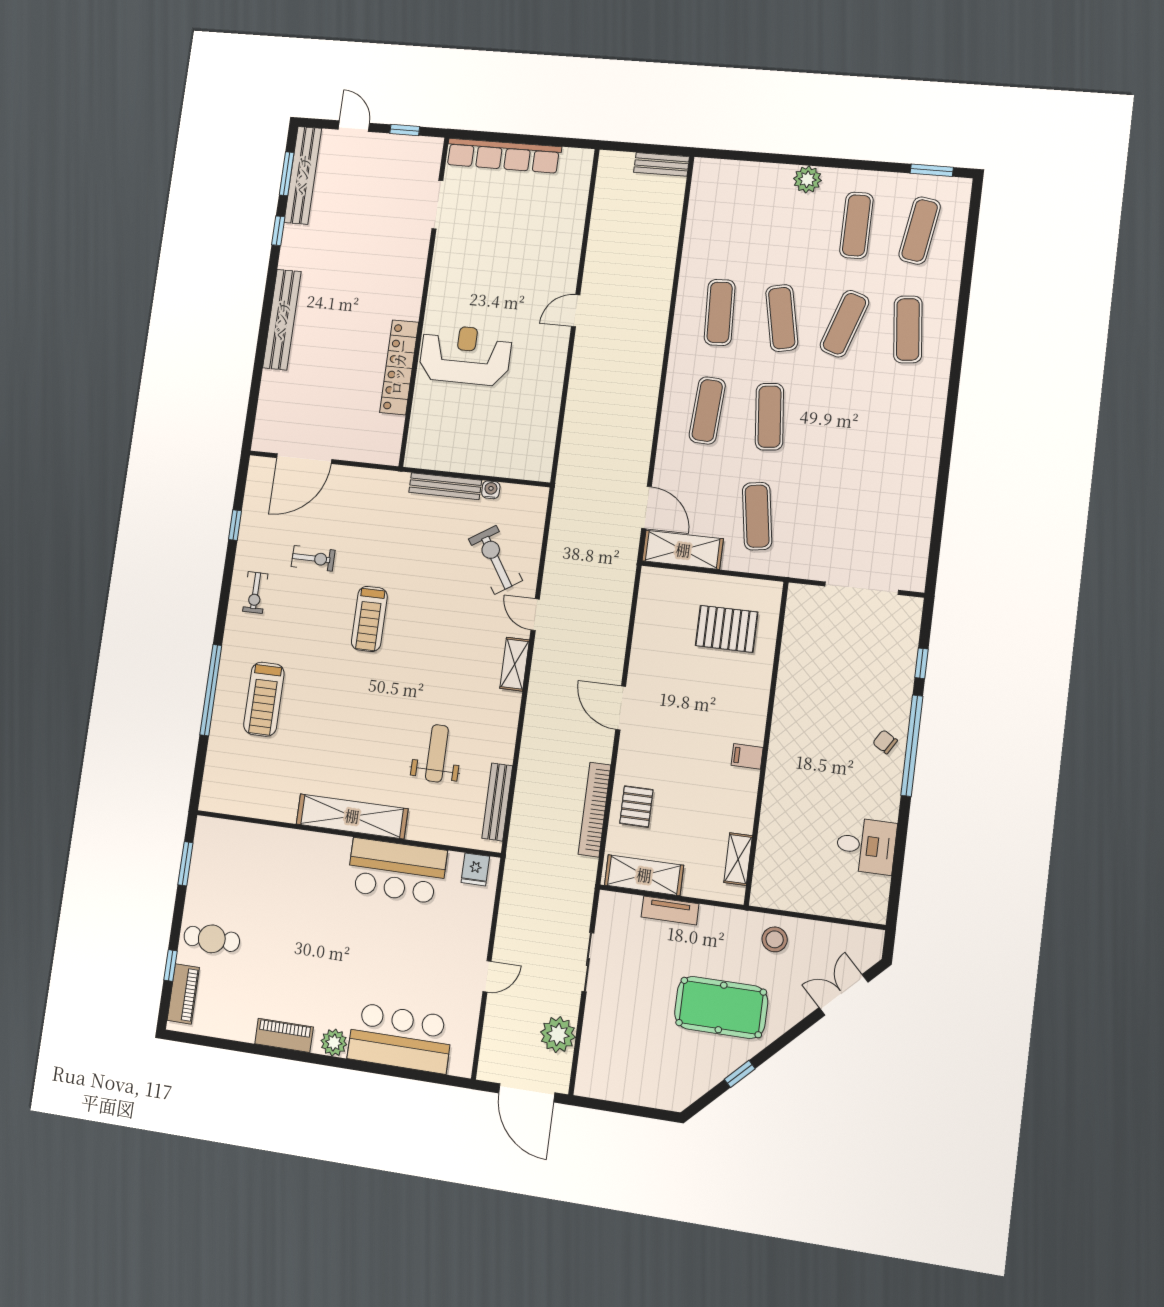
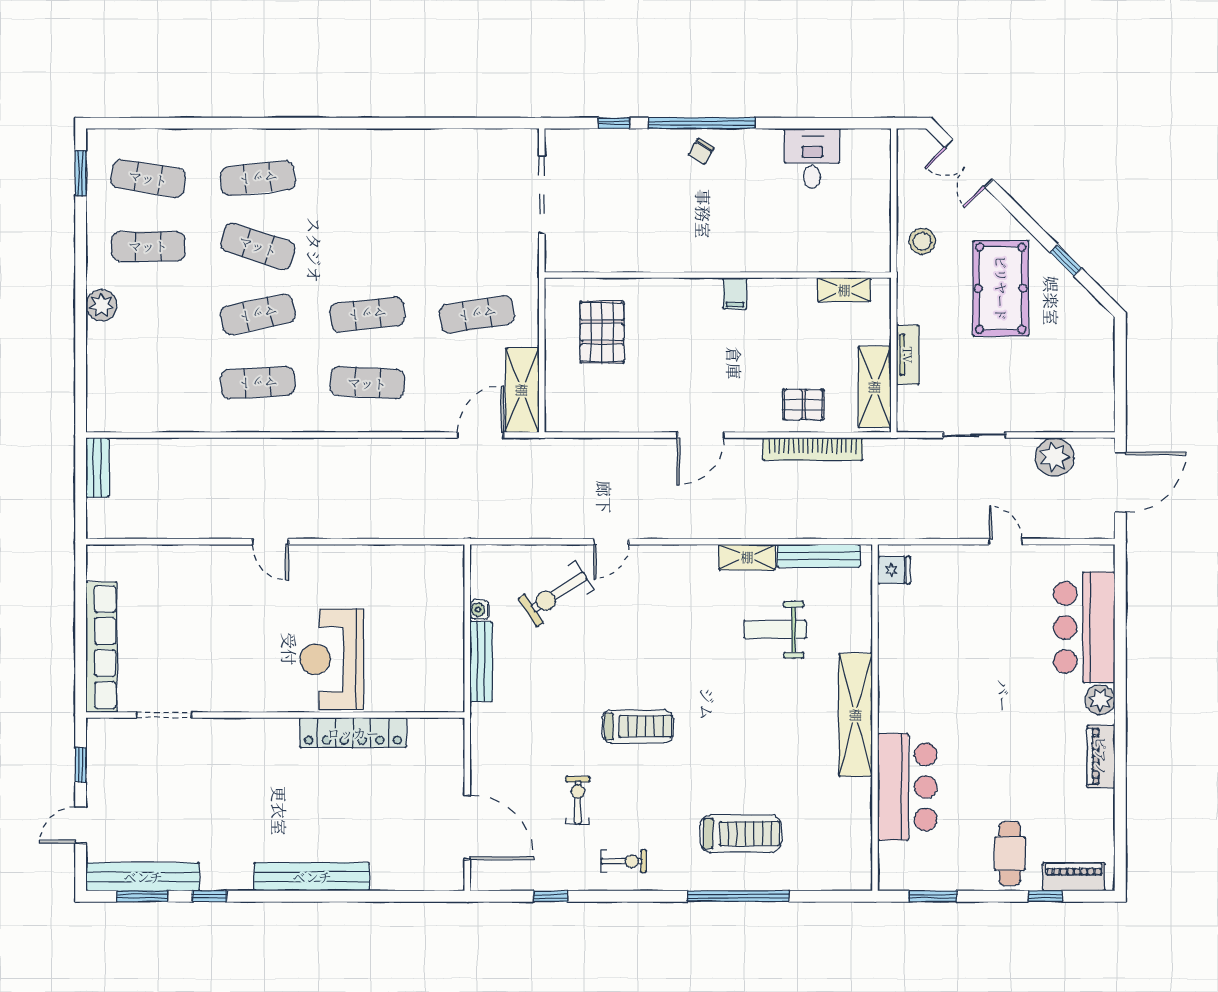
shelving: (515, 664) -> (747, 557), moved
bar counter: (397, 871) -> (907, 787), moved

